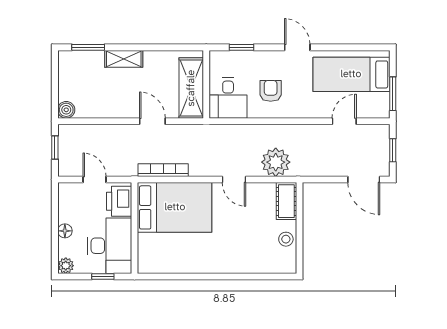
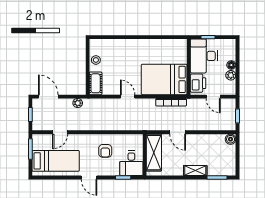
desk: (228, 98) -> (131, 163), moved, turned 180
plant: (276, 162) -> (78, 103), moved, width x0.53, depth x0.53
plant: (66, 266) -> (231, 75), moved

